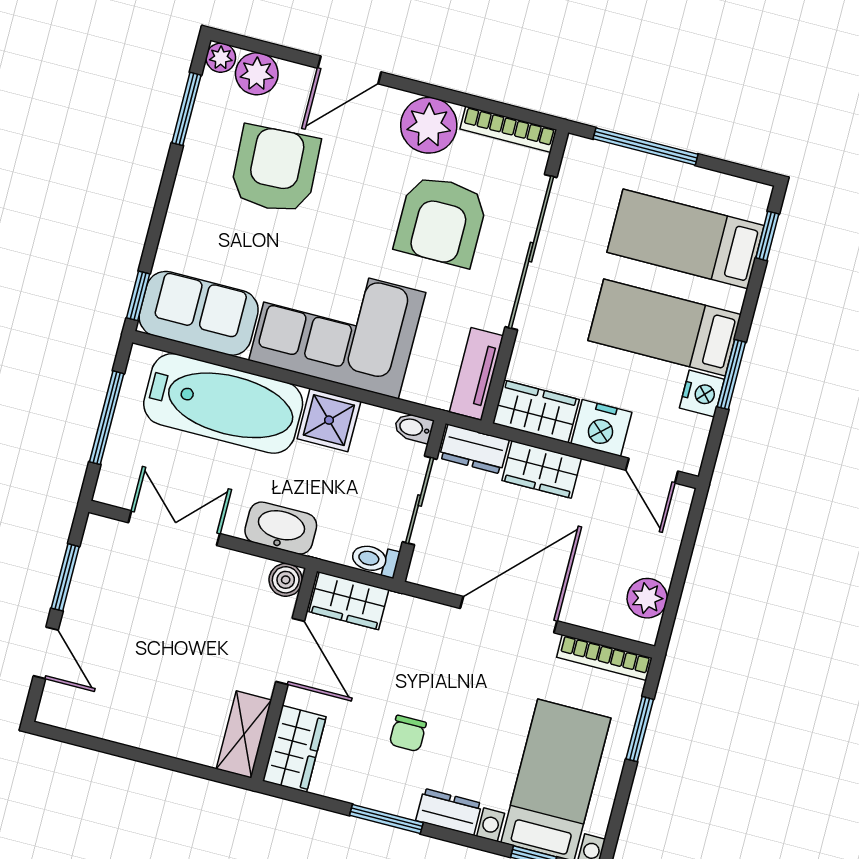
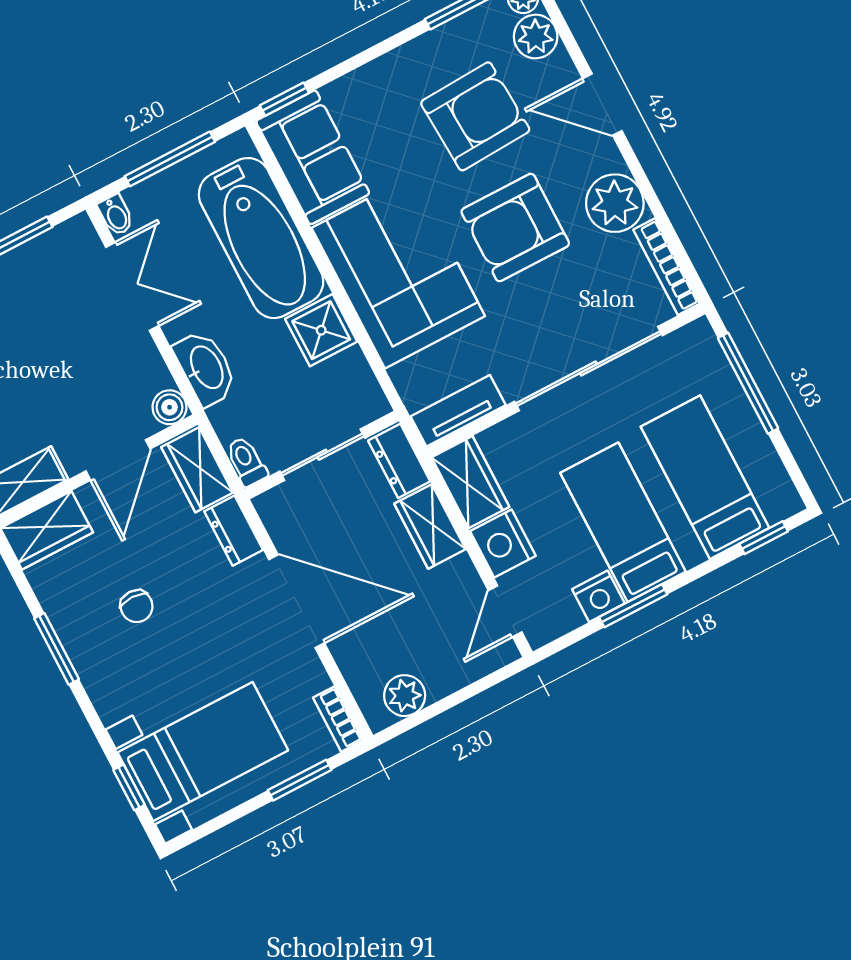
armchair: (441, 221) -> (515, 228), moved
bidet: (414, 428) -> (116, 215), moved, turned 180
bookcase: (604, 658) -> (338, 719), width x0.64
chair: (408, 733) -> (137, 606), turned -90
dresser: (449, 812) -> (234, 531), moved, turned 180

